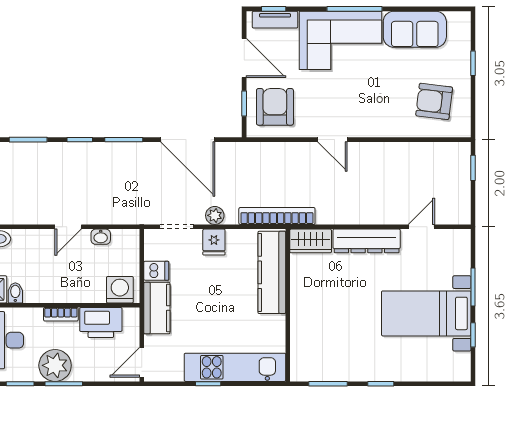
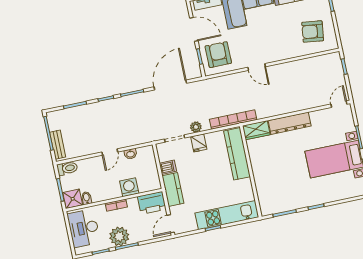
door: (188, 140) -> (170, 85), swing flipped
door: (421, 227) -> (339, 104), moved
washing machine: (120, 290) -> (129, 187), moved
printer: (101, 323) -> (152, 203), moved

